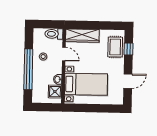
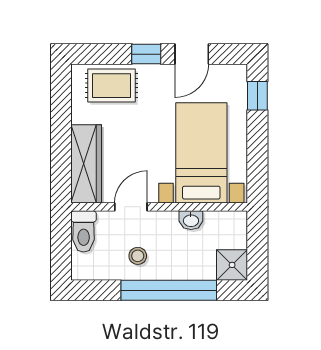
window: (129, 49) -> (146, 54), moved
door: (128, 81) -> (192, 54), swing flipped
shower: (55, 92) -> (232, 265), moved
window: (110, 108) -> (257, 96), added

